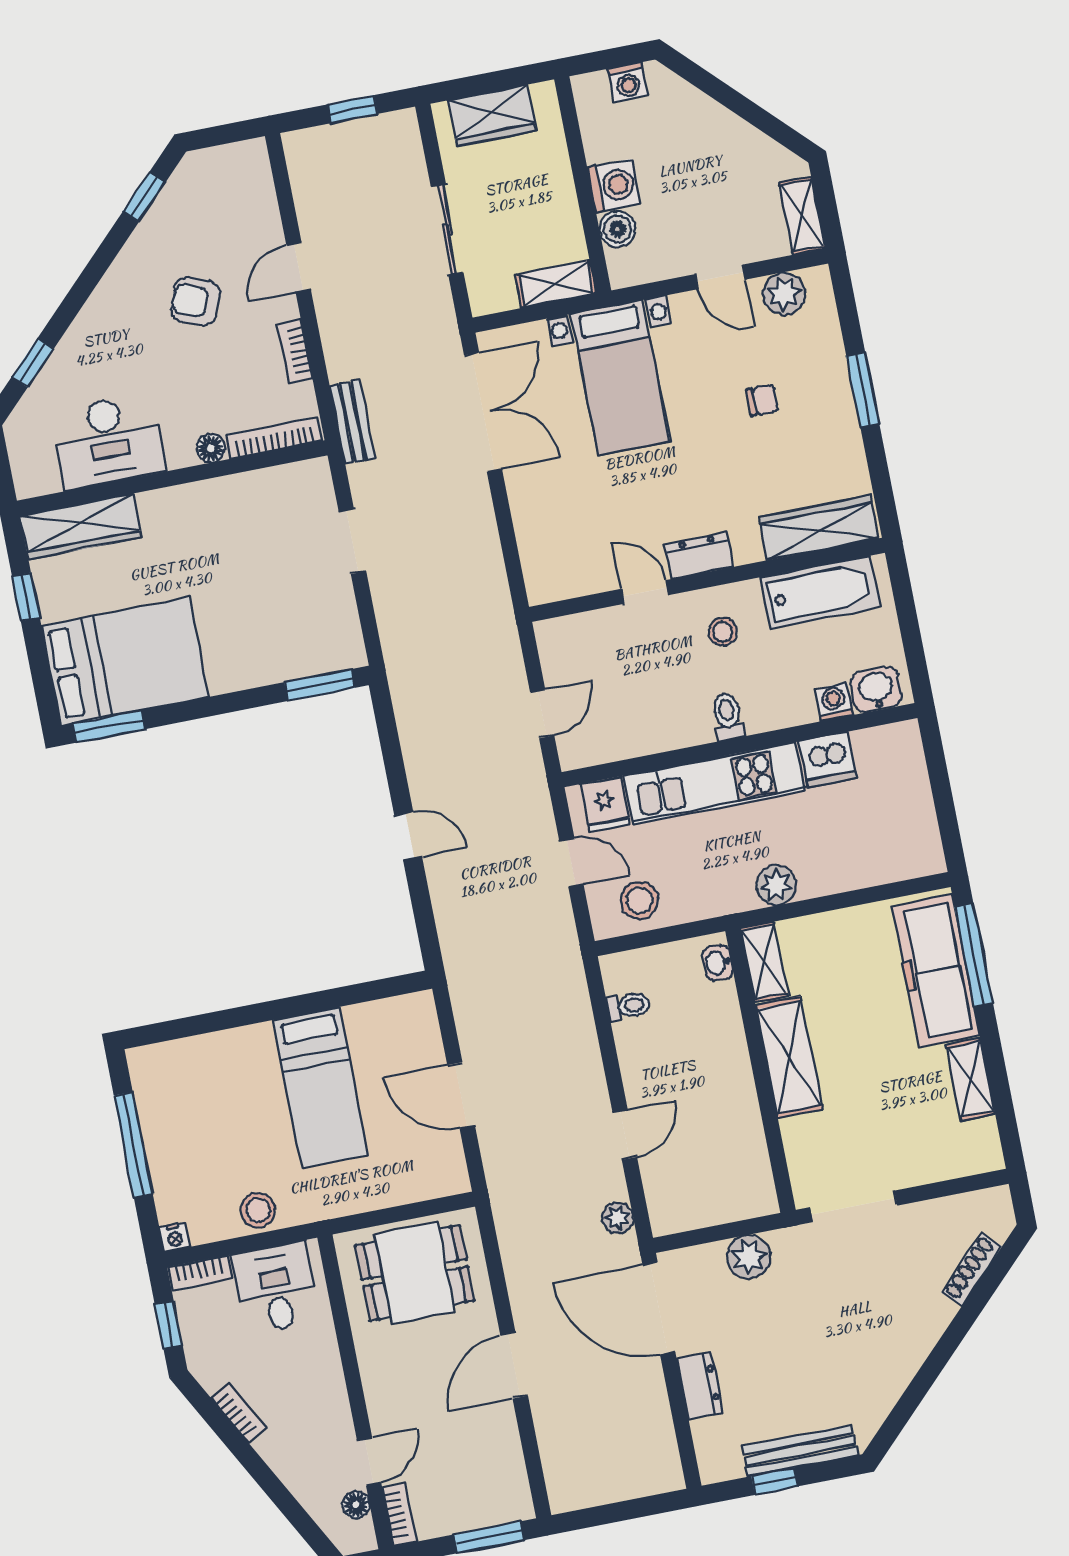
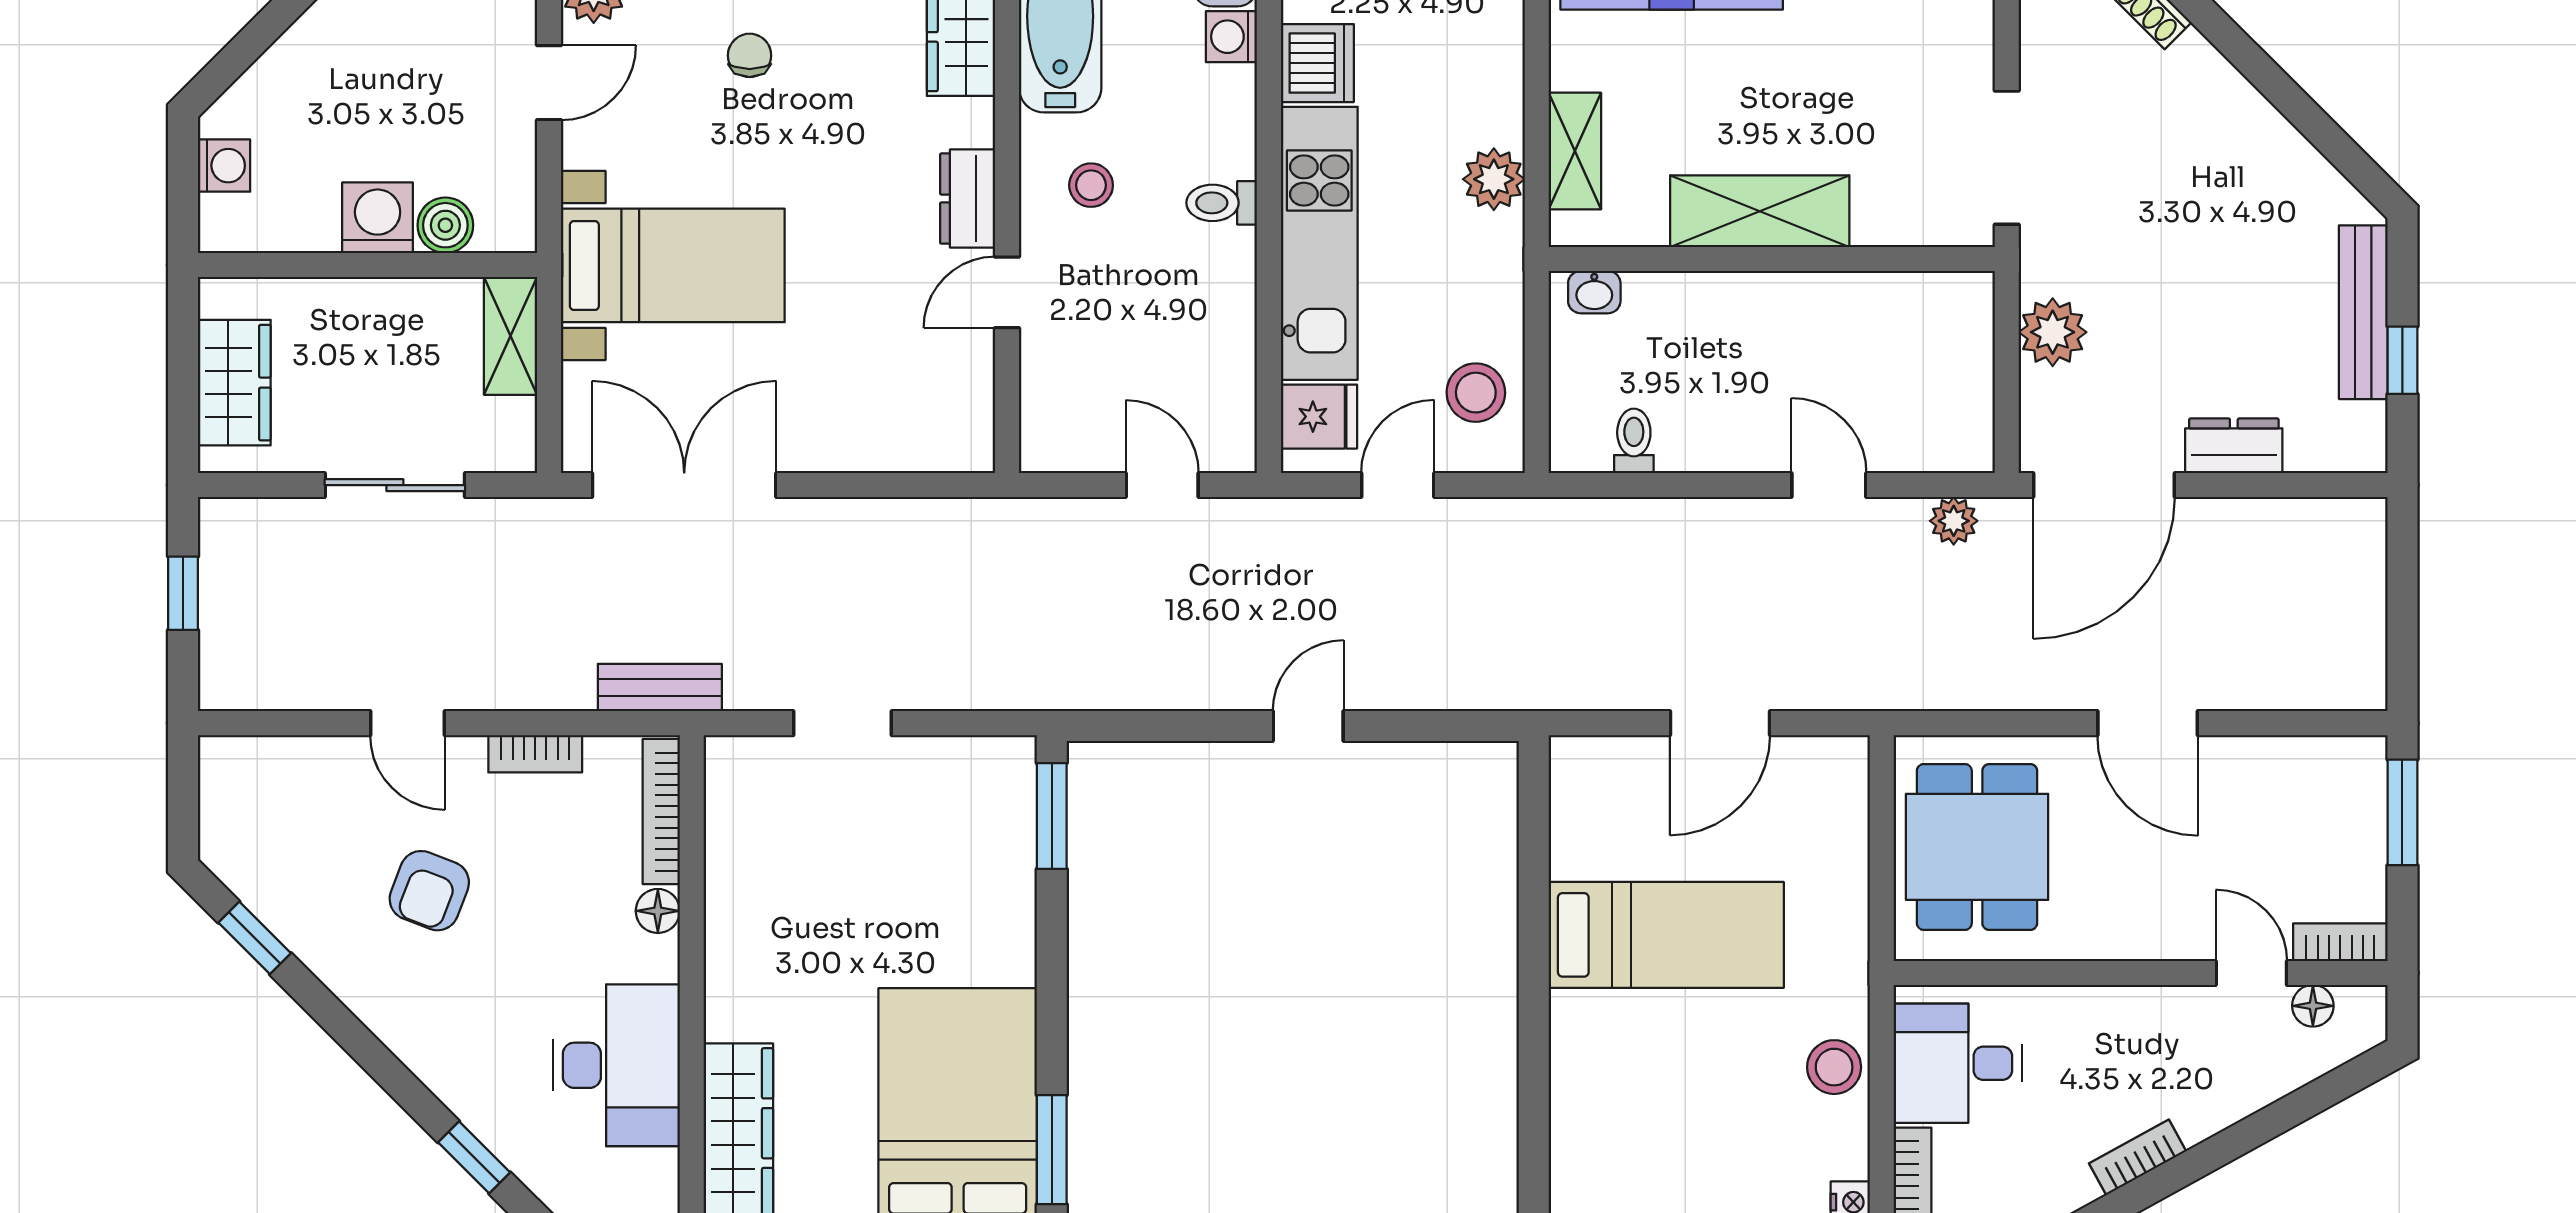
shelving: (764, 962) -> (1575, 151), moved, turned 90

